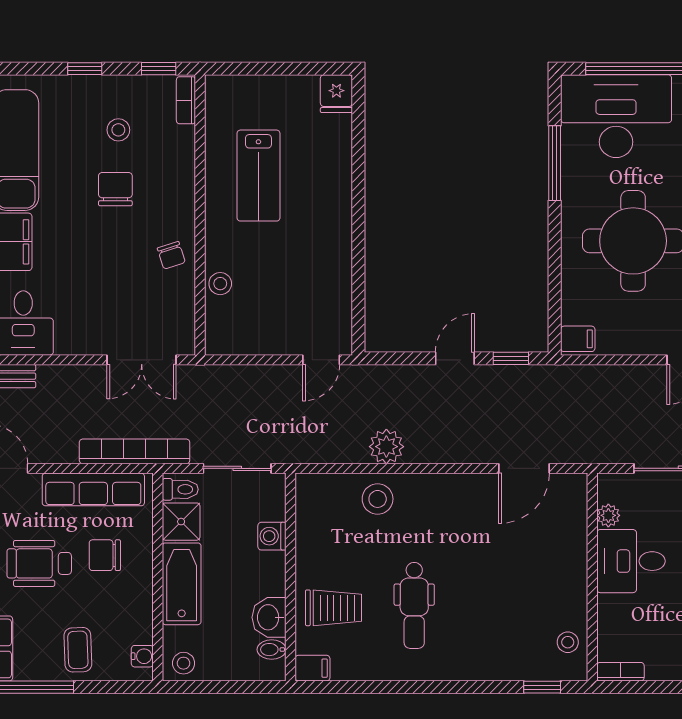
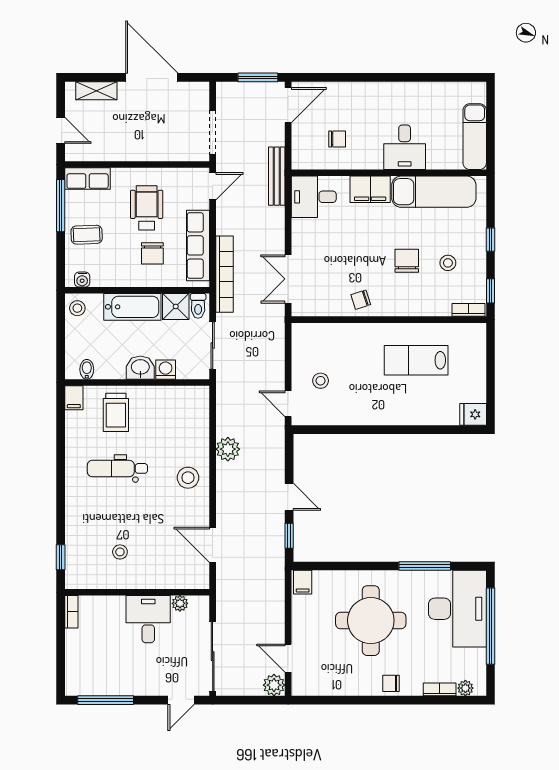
chair: (115, 189) -> (407, 261), turned -90
stool: (220, 284) -> (321, 381), moved
stool: (378, 499) -> (188, 478), moved
chair: (105, 555) -> (152, 253), turned 180
washbasin: (269, 617) -> (140, 368), moved
stool: (568, 642) -> (120, 552), moved

